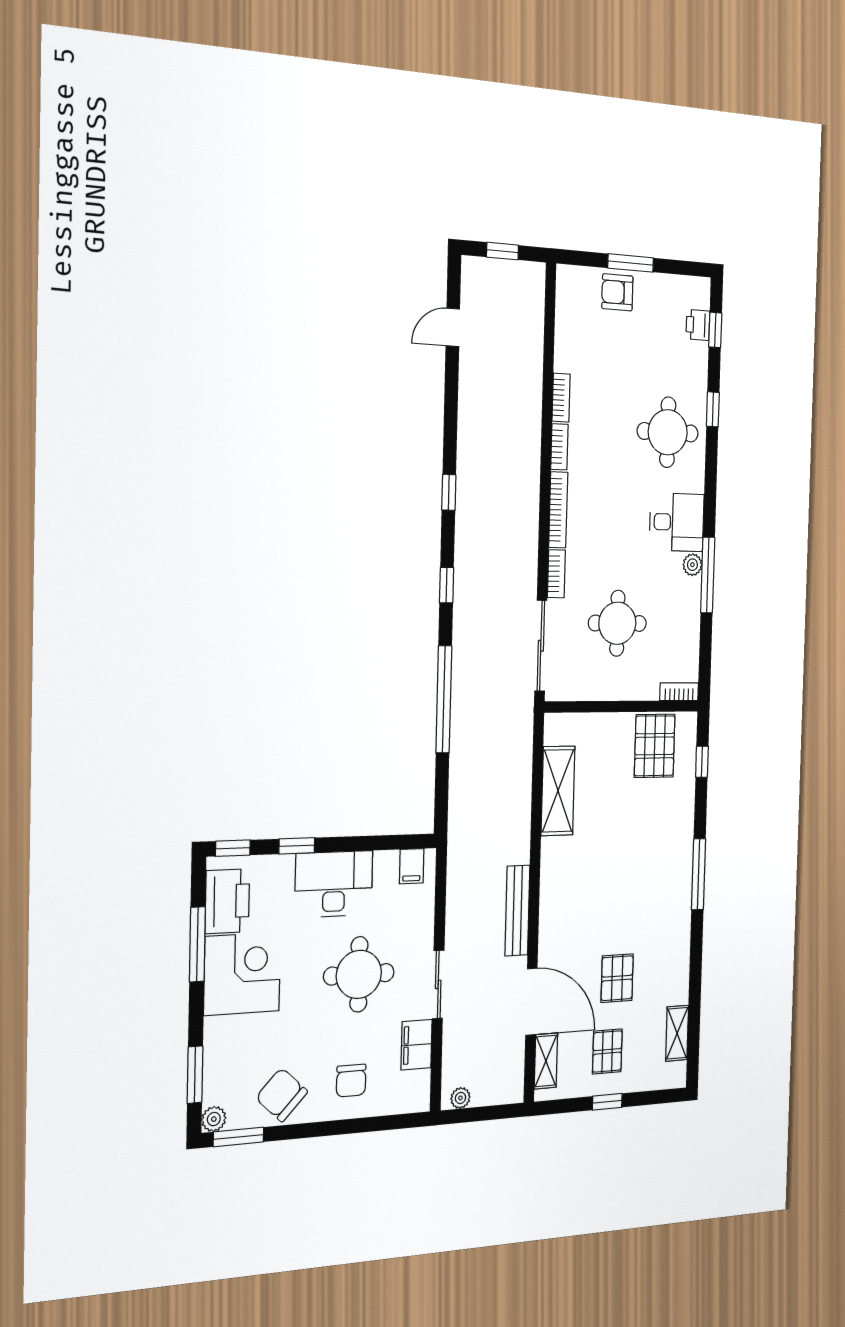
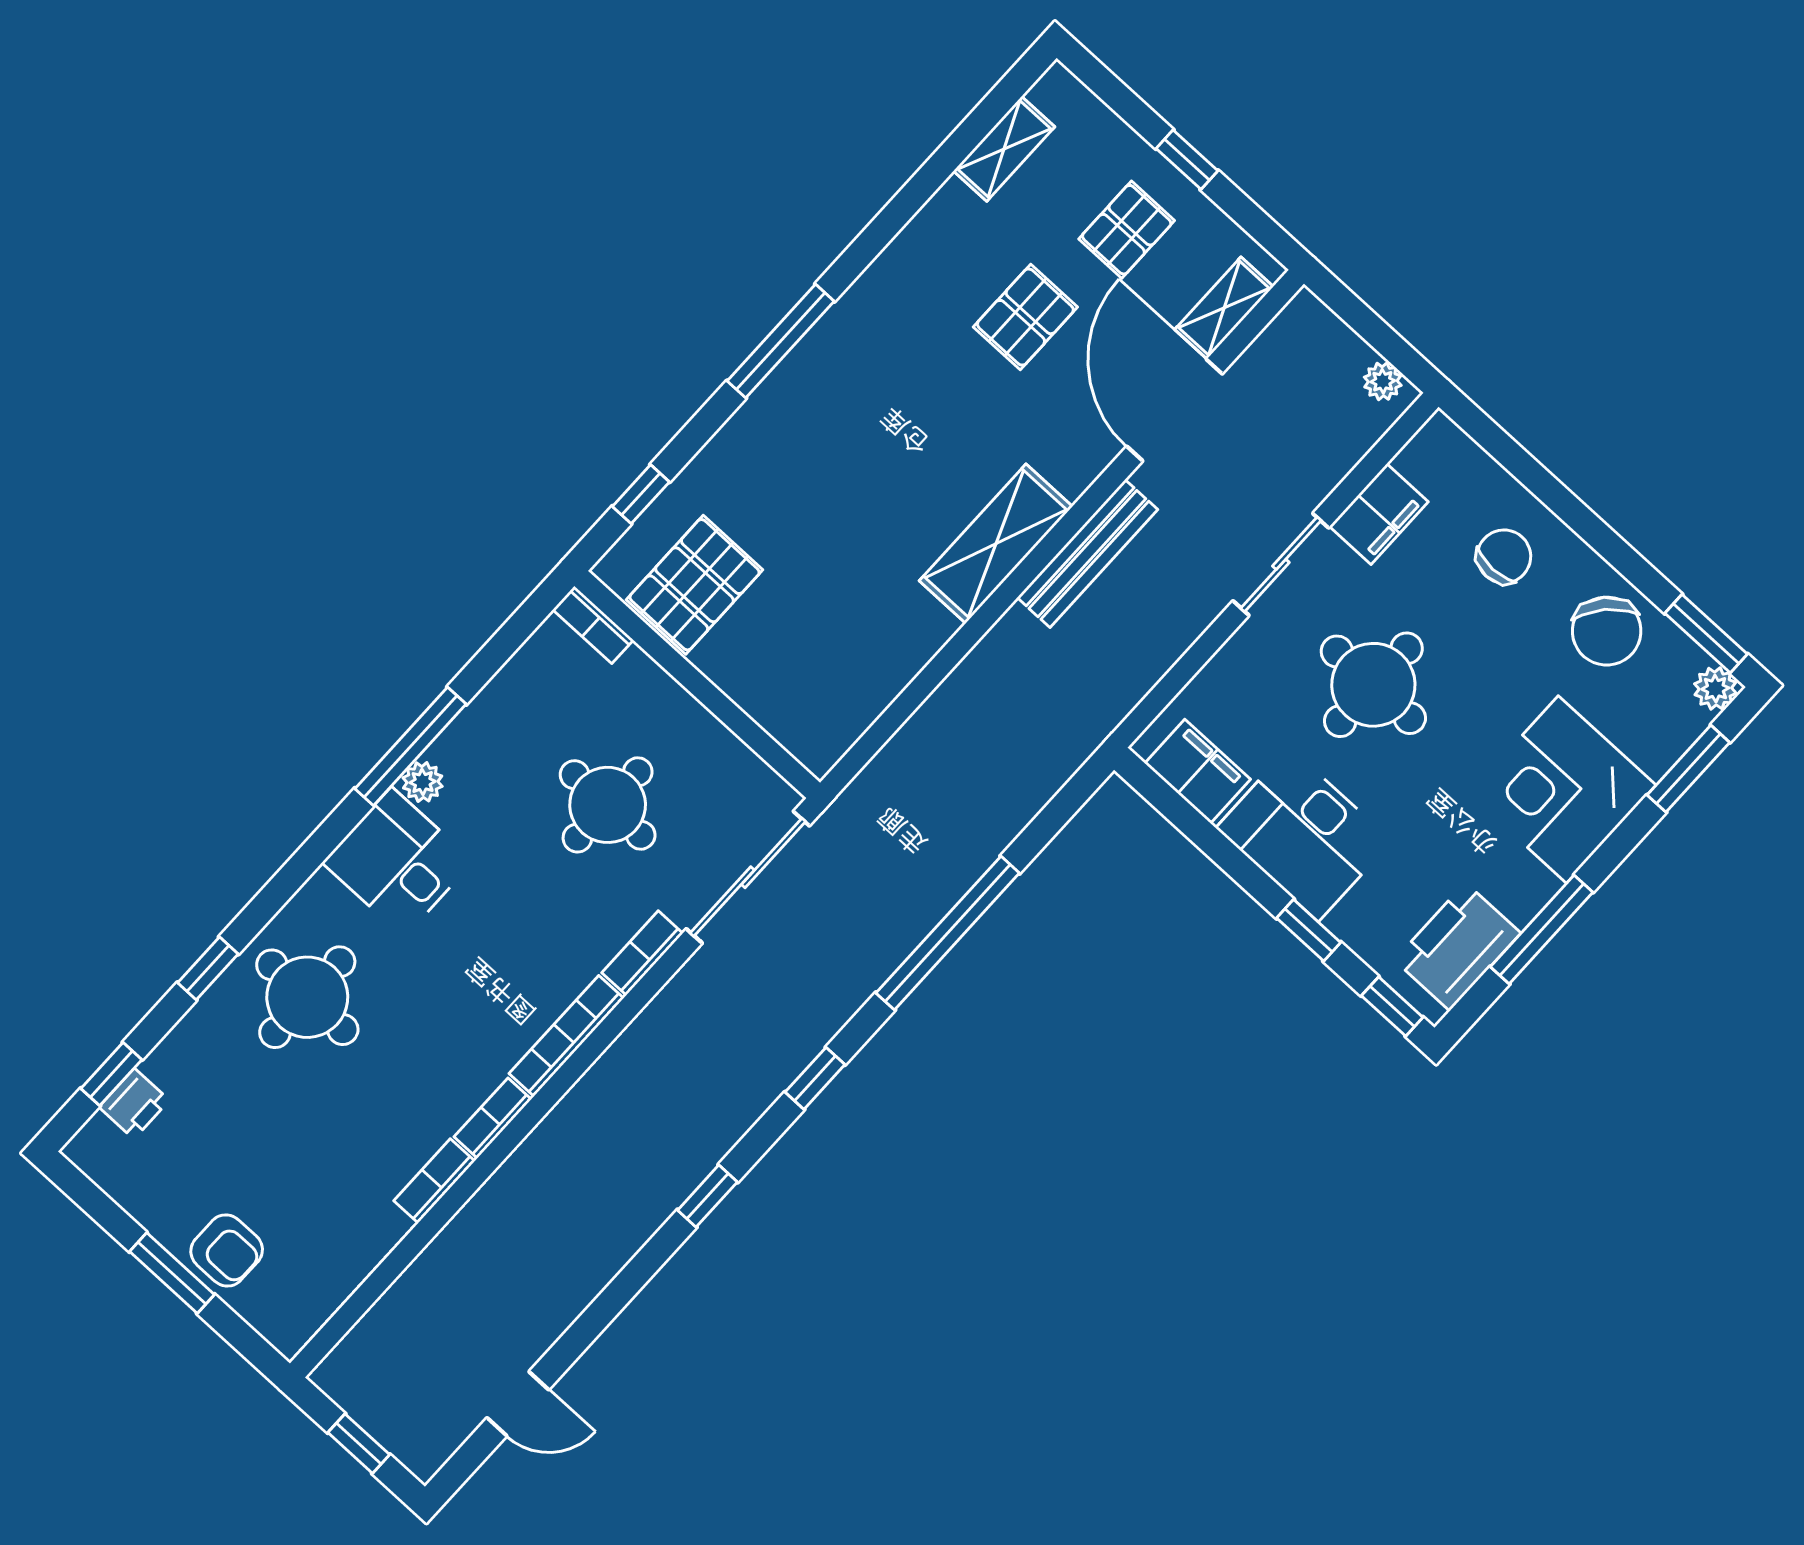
shelving: (558, 791) -> (996, 544), moved
filing cabinet: (412, 866) -> (1198, 771), width x2.00
corner desk: (242, 974) -> (1562, 789), moved

